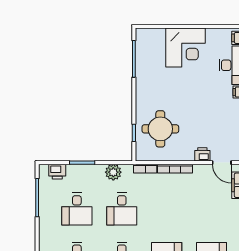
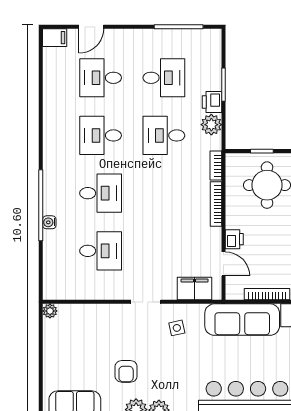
door: (222, 163) -> (224, 264), swing flipped
printer: (57, 172) -> (212, 102), moved
desk: (77, 209) -> (164, 78), turned 180

